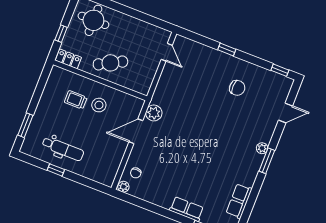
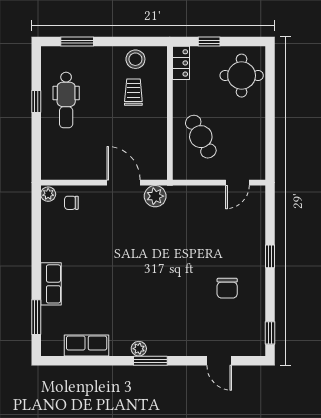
cafe table: (110, 63) -> (201, 137), moved
stool: (99, 105) -> (135, 59), moved
plant: (262, 148) -> (139, 349), moved

